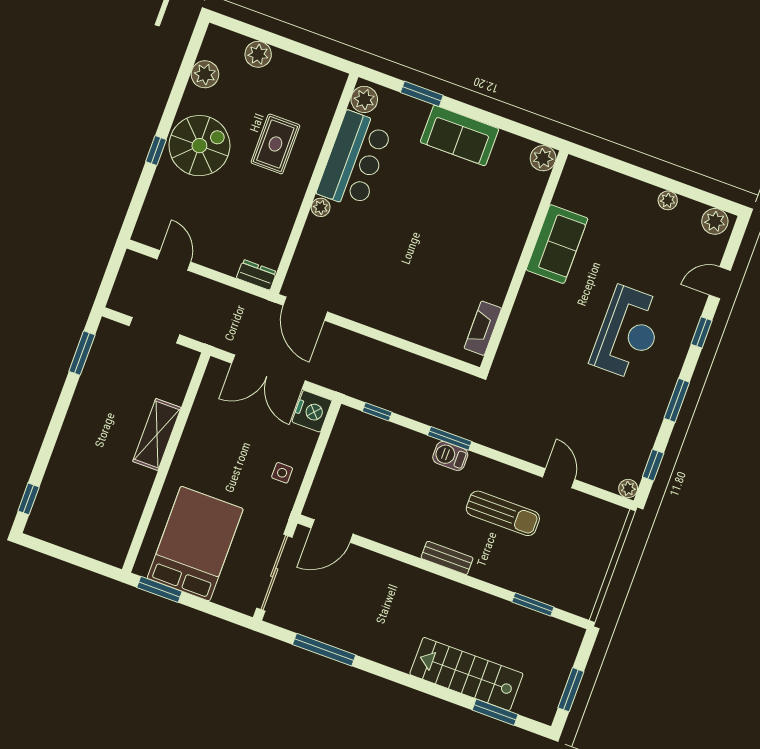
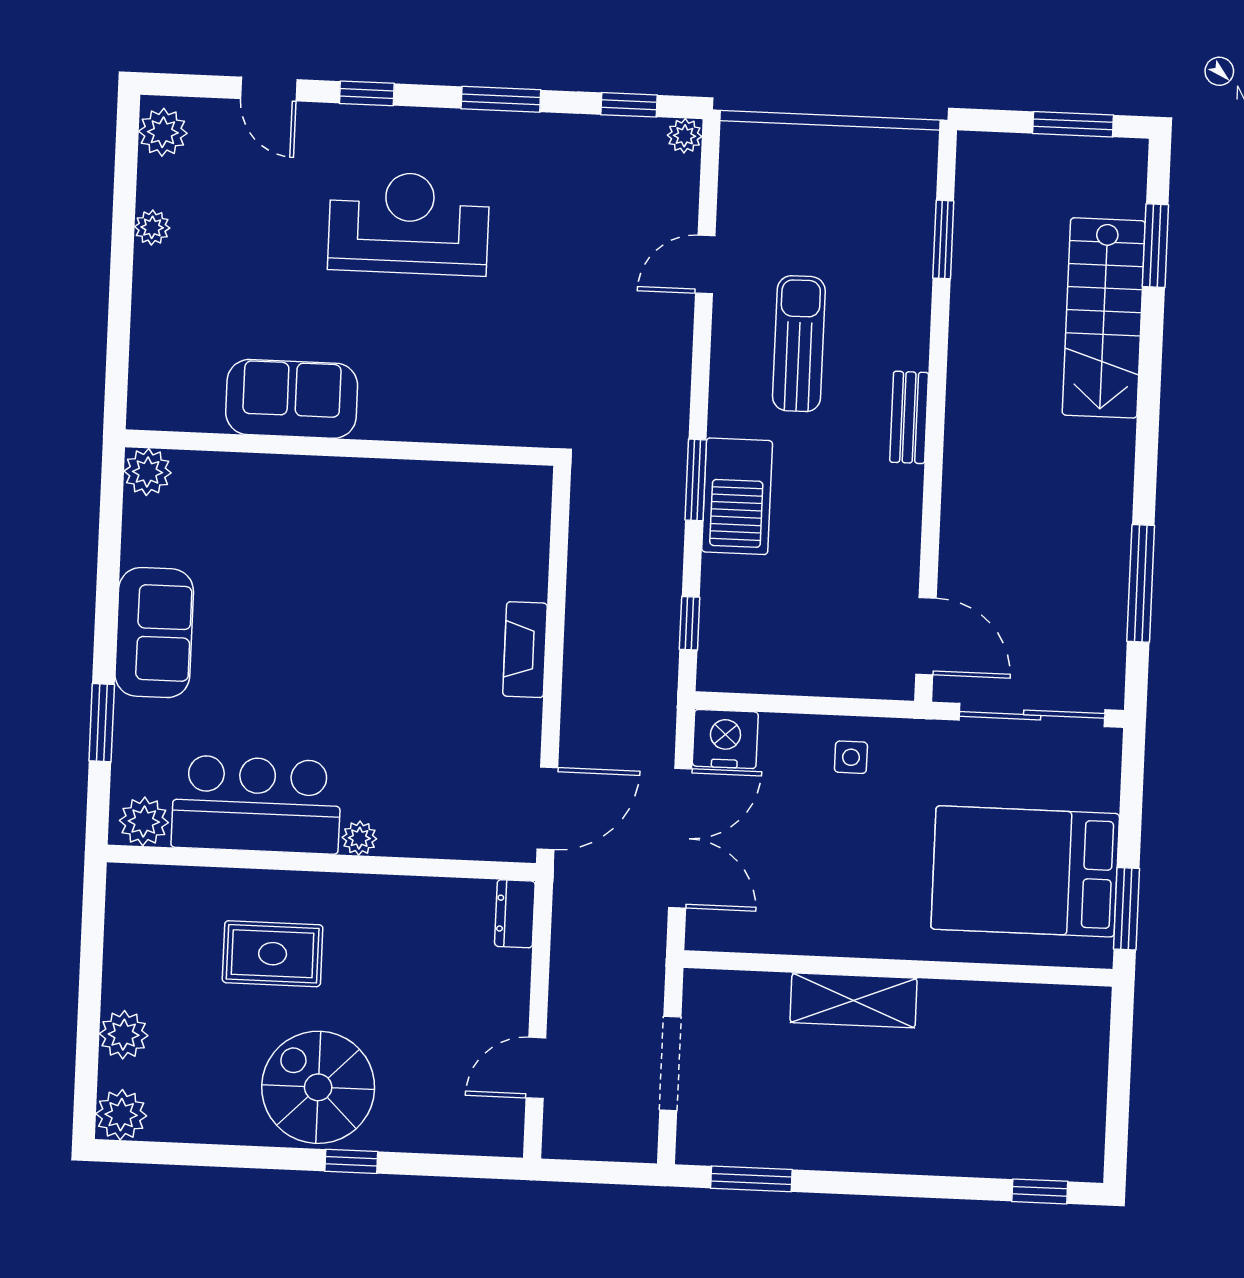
plant: (205, 74) -> (121, 1115), moved
fireplace: (483, 328) -> (525, 650), moved, turned 90
barbecue: (450, 456) -> (737, 496), width x1.88, depth x1.53

